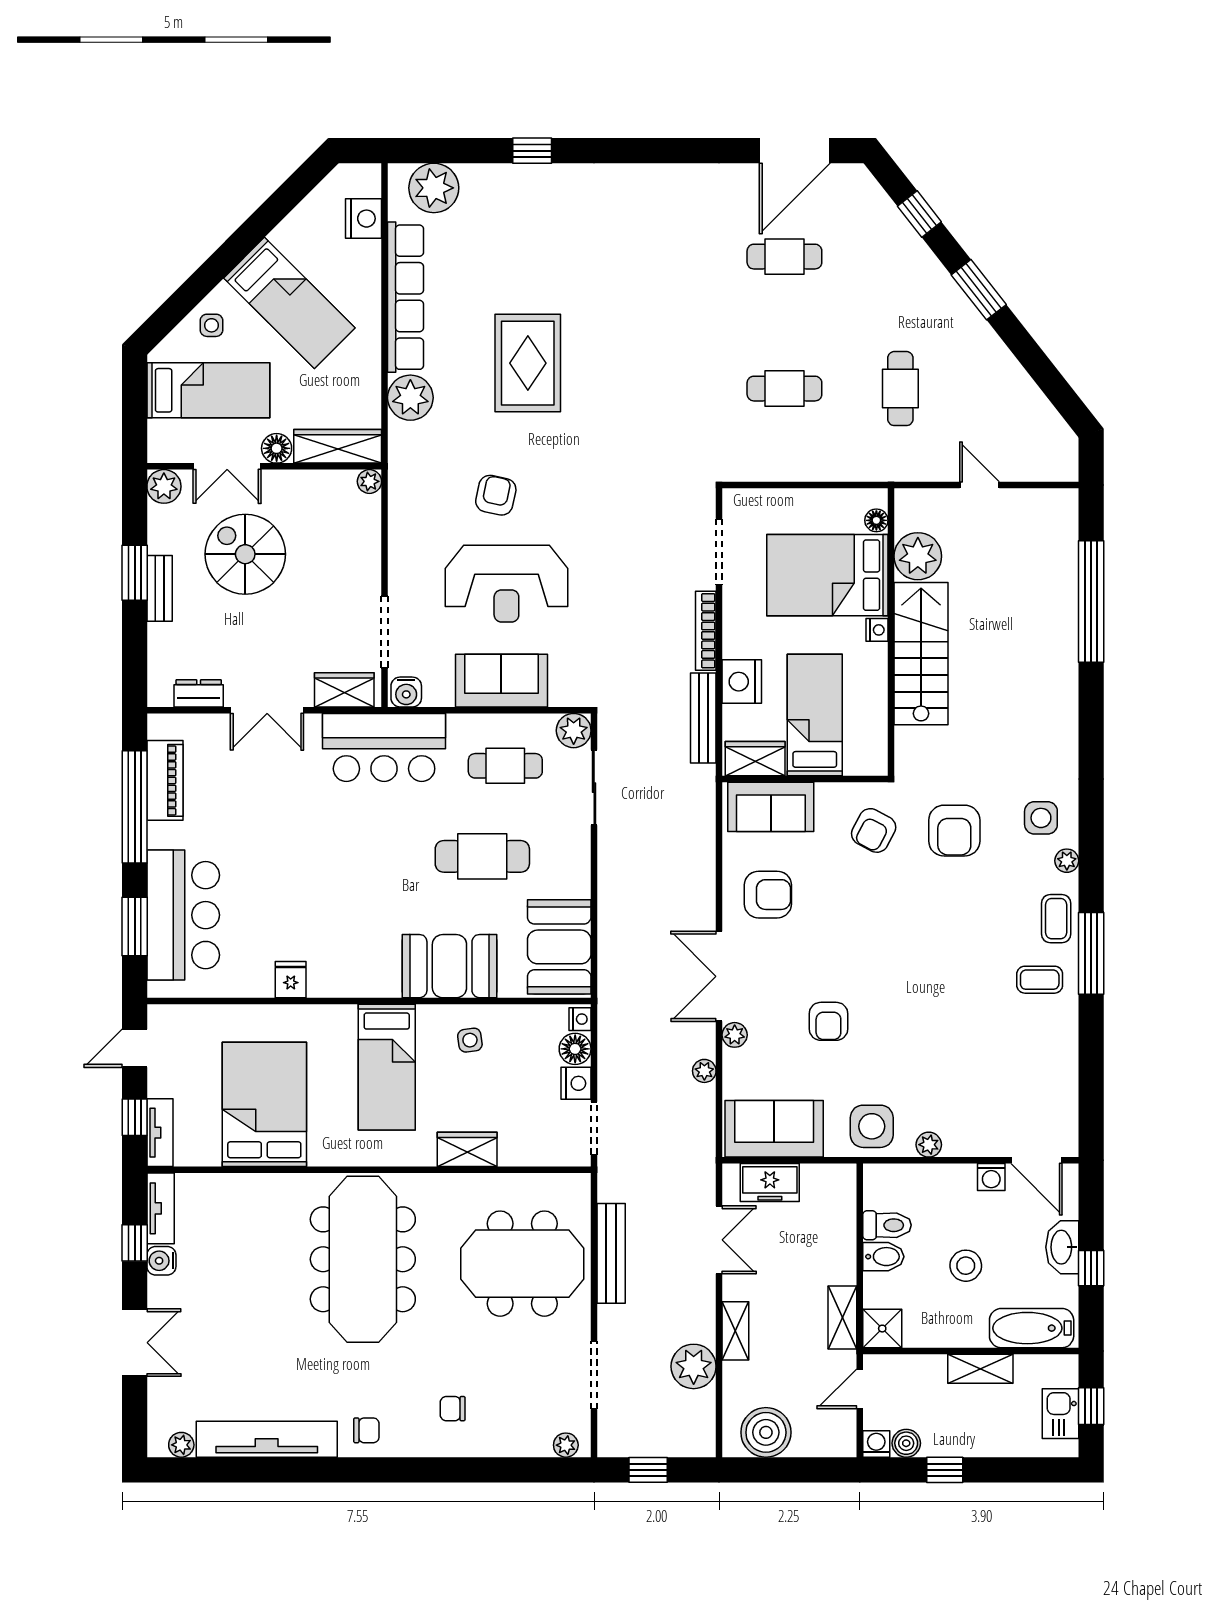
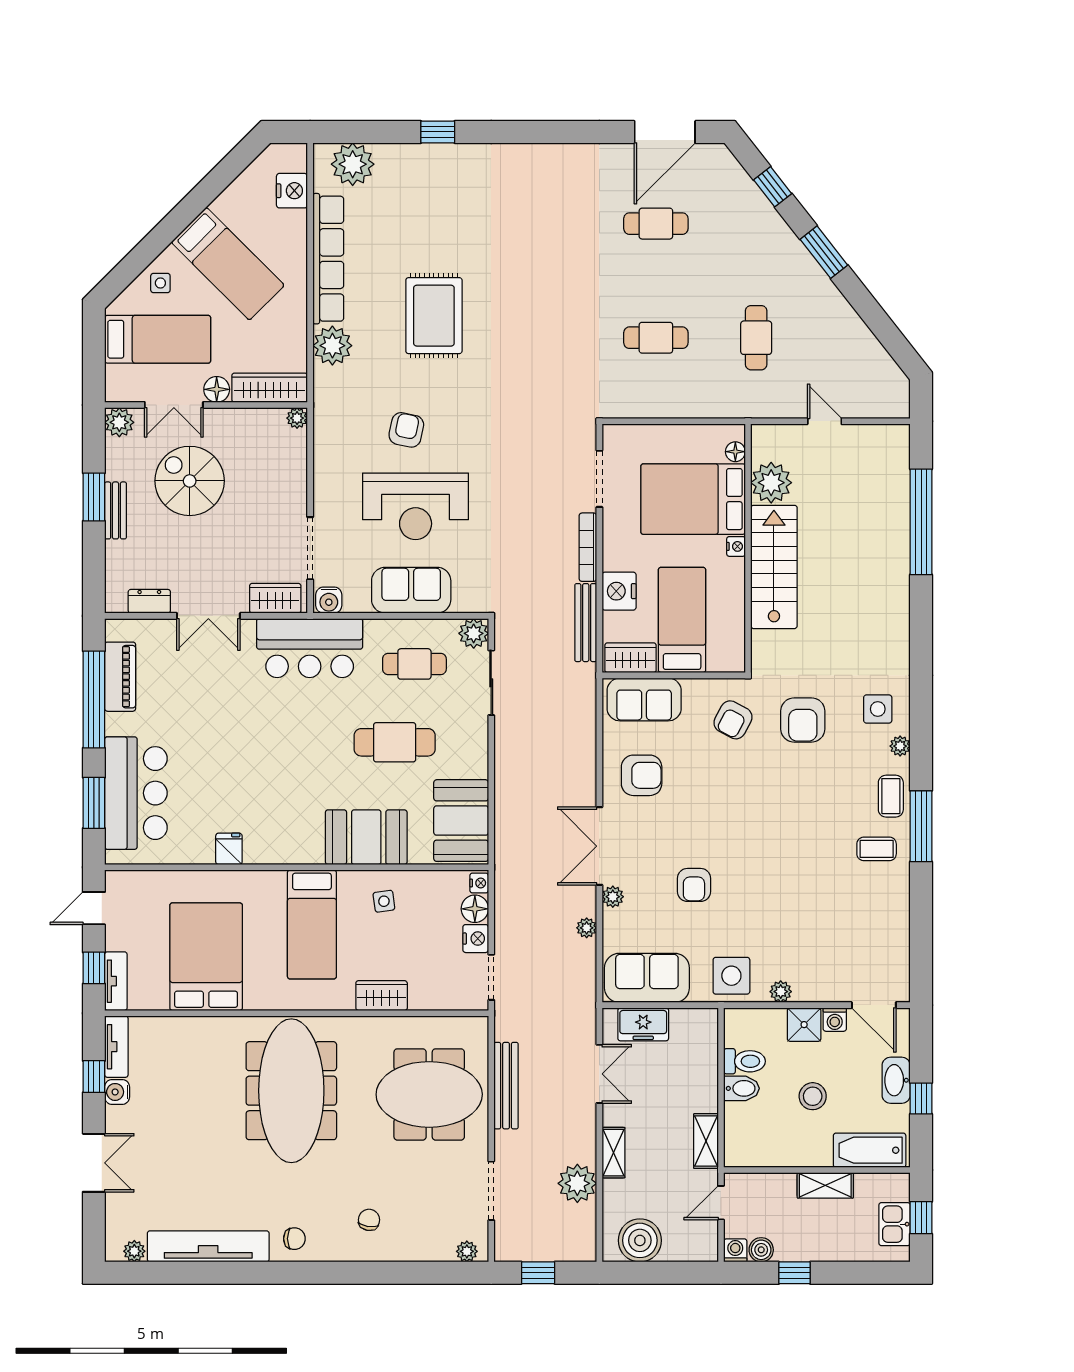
shower: (882, 1329) -> (804, 1025), moved
chair: (453, 1409) -> (369, 1220), turned 99

